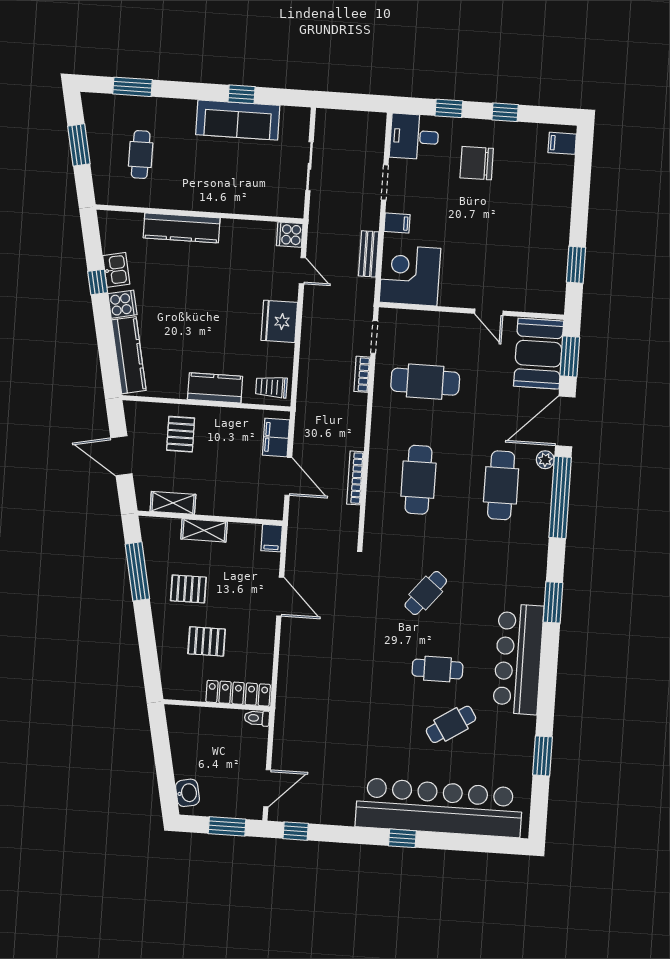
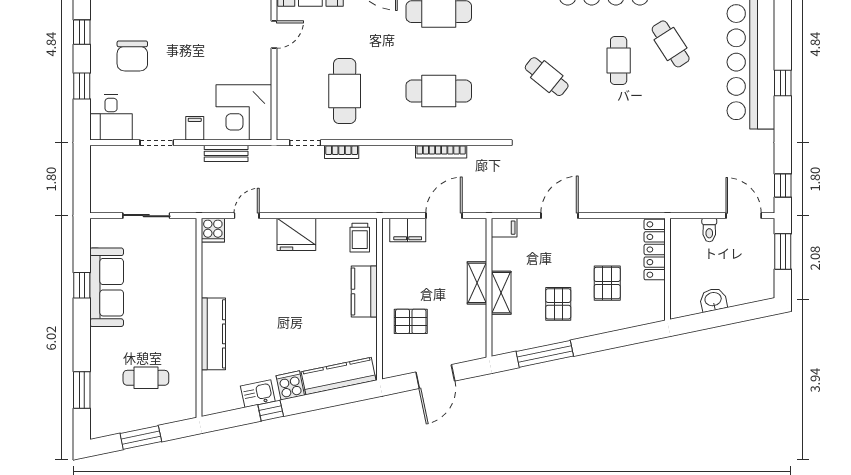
shelving: (173, 503) -> (477, 283), moved
toilet: (257, 718) -> (709, 230), moved
washbasin: (187, 793) -> (713, 300), moved

